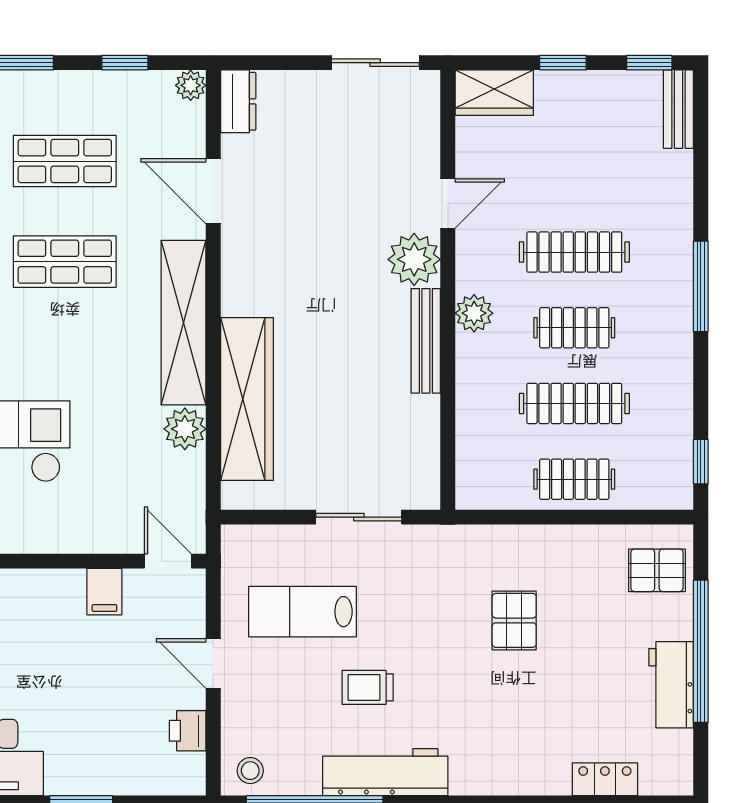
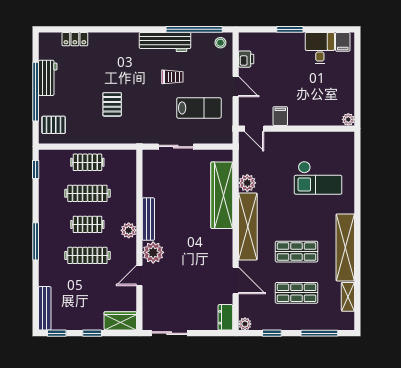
bench: (678, 109) -> (45, 308), width x1.36

